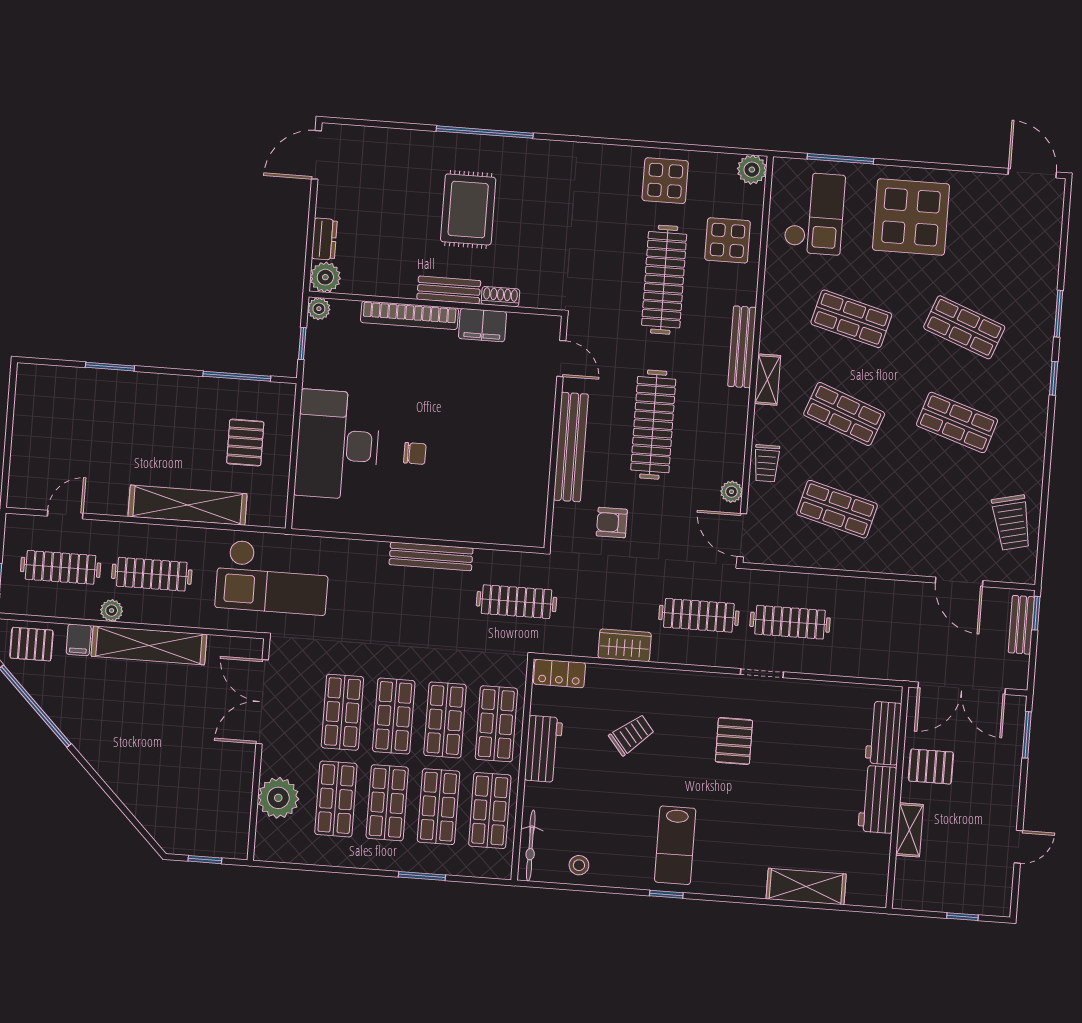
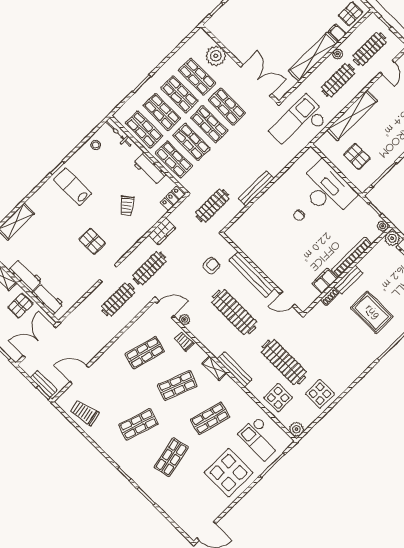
shop shelf: (964, 327) -> (171, 457), turned -33

